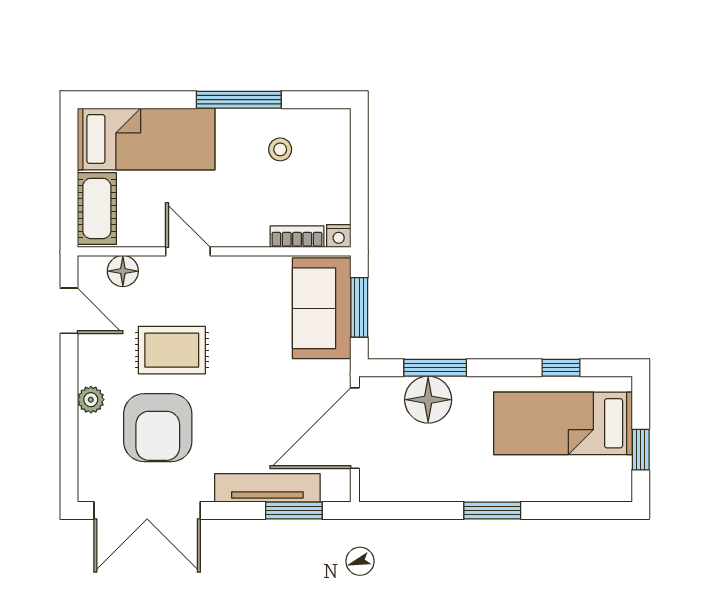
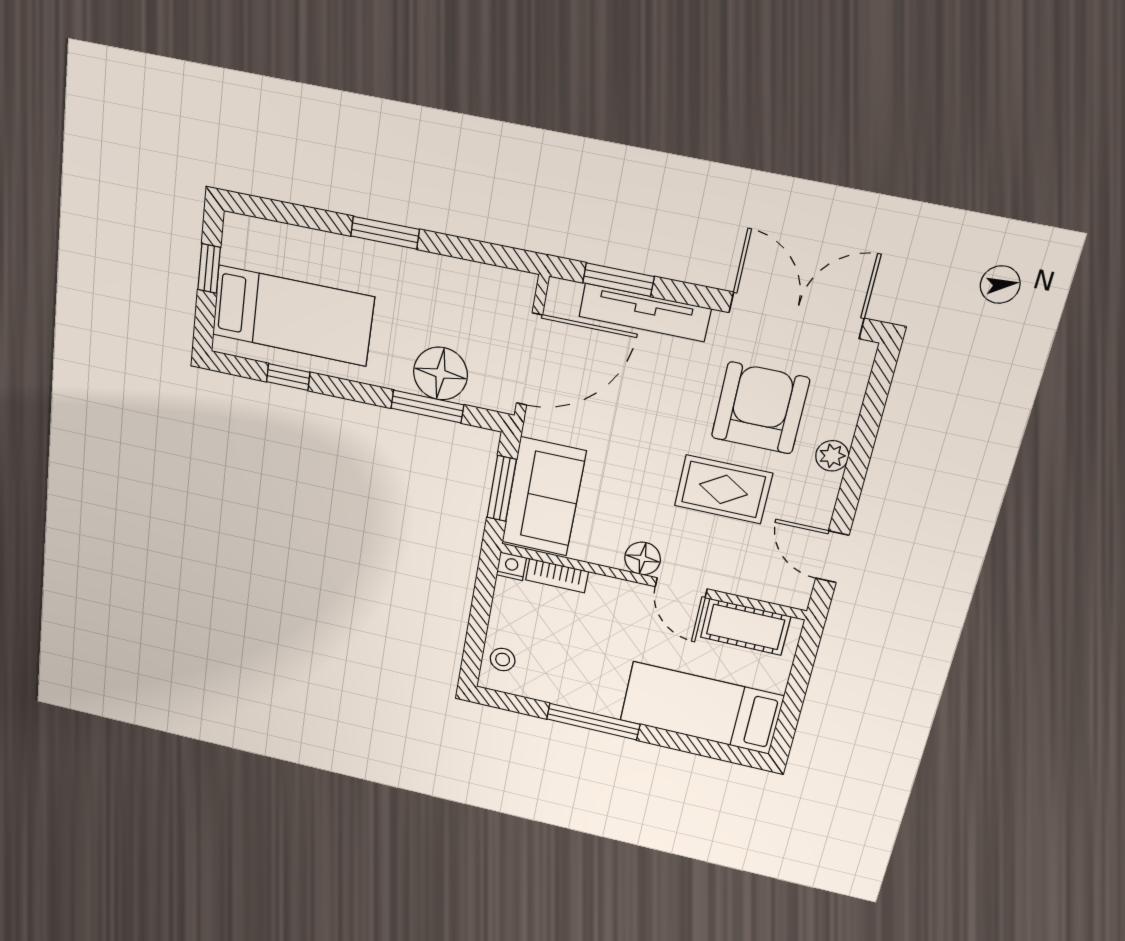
stool: (280, 149) -> (503, 659), moved
cot: (97, 208) -> (745, 627), moved, turned 90
floor lamp: (123, 271) -> (643, 558), moved

